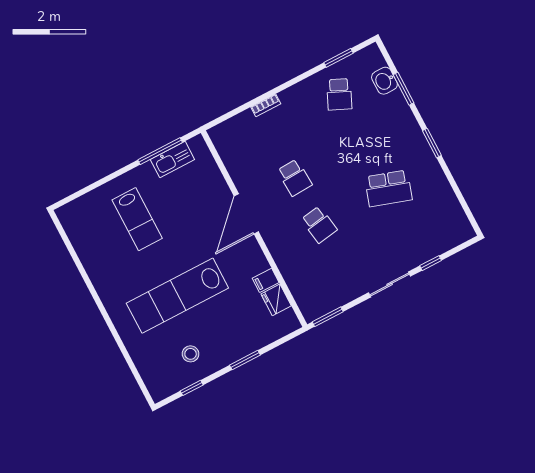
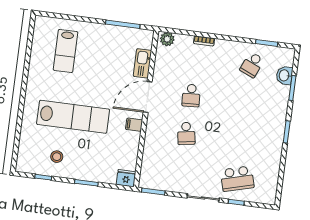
plant: (223, 133) -> (167, 39), added
kitchen sink: (172, 159) -> (143, 63), moved, turned 90
school desk: (388, 188) -> (237, 179), moved, turned -33
lab bench: (137, 219) -> (66, 51), moved
filing cabinet: (266, 280) -> (134, 125), moved
lab bench: (177, 296) -> (73, 117), turned 180
fridge: (276, 300) -> (126, 178), moved, turned 90

